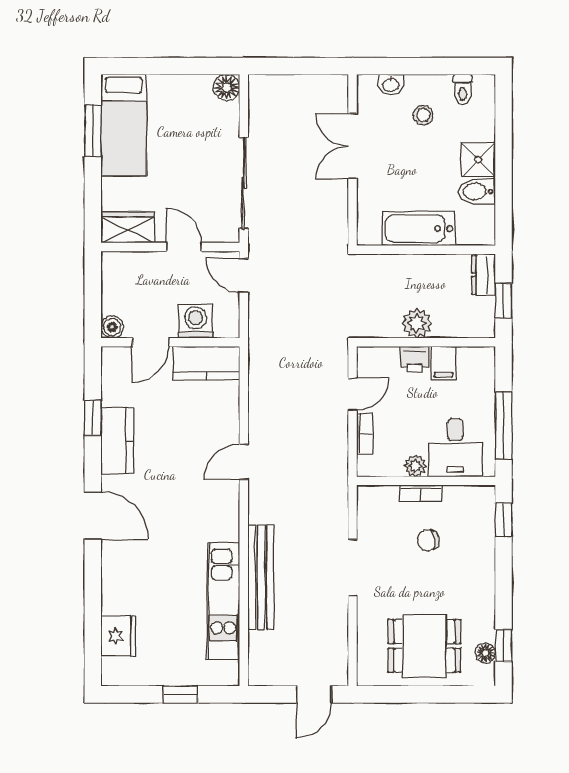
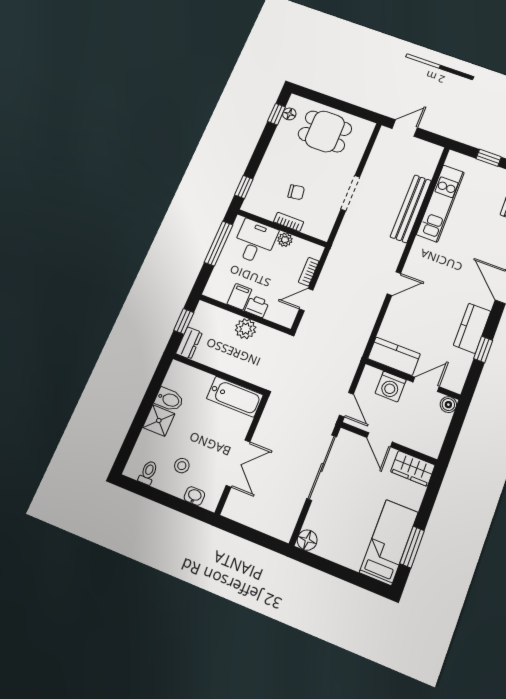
bathtub: (419, 229) -> (235, 397), moved

